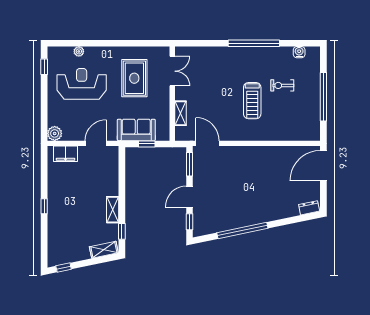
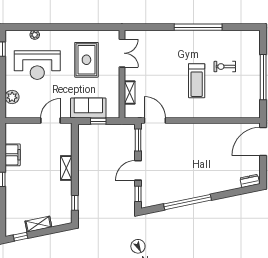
water cooler: (299, 52) -> (240, 35), removed
reception desk: (82, 84) -> (37, 65), turned 180
plant: (55, 133) -> (12, 97), moved
filing cabinet: (65, 154) -> (13, 155), moved, turned -90
shelving: (113, 210) -> (66, 168), moved
shelving: (104, 250) -> (38, 224), moved

